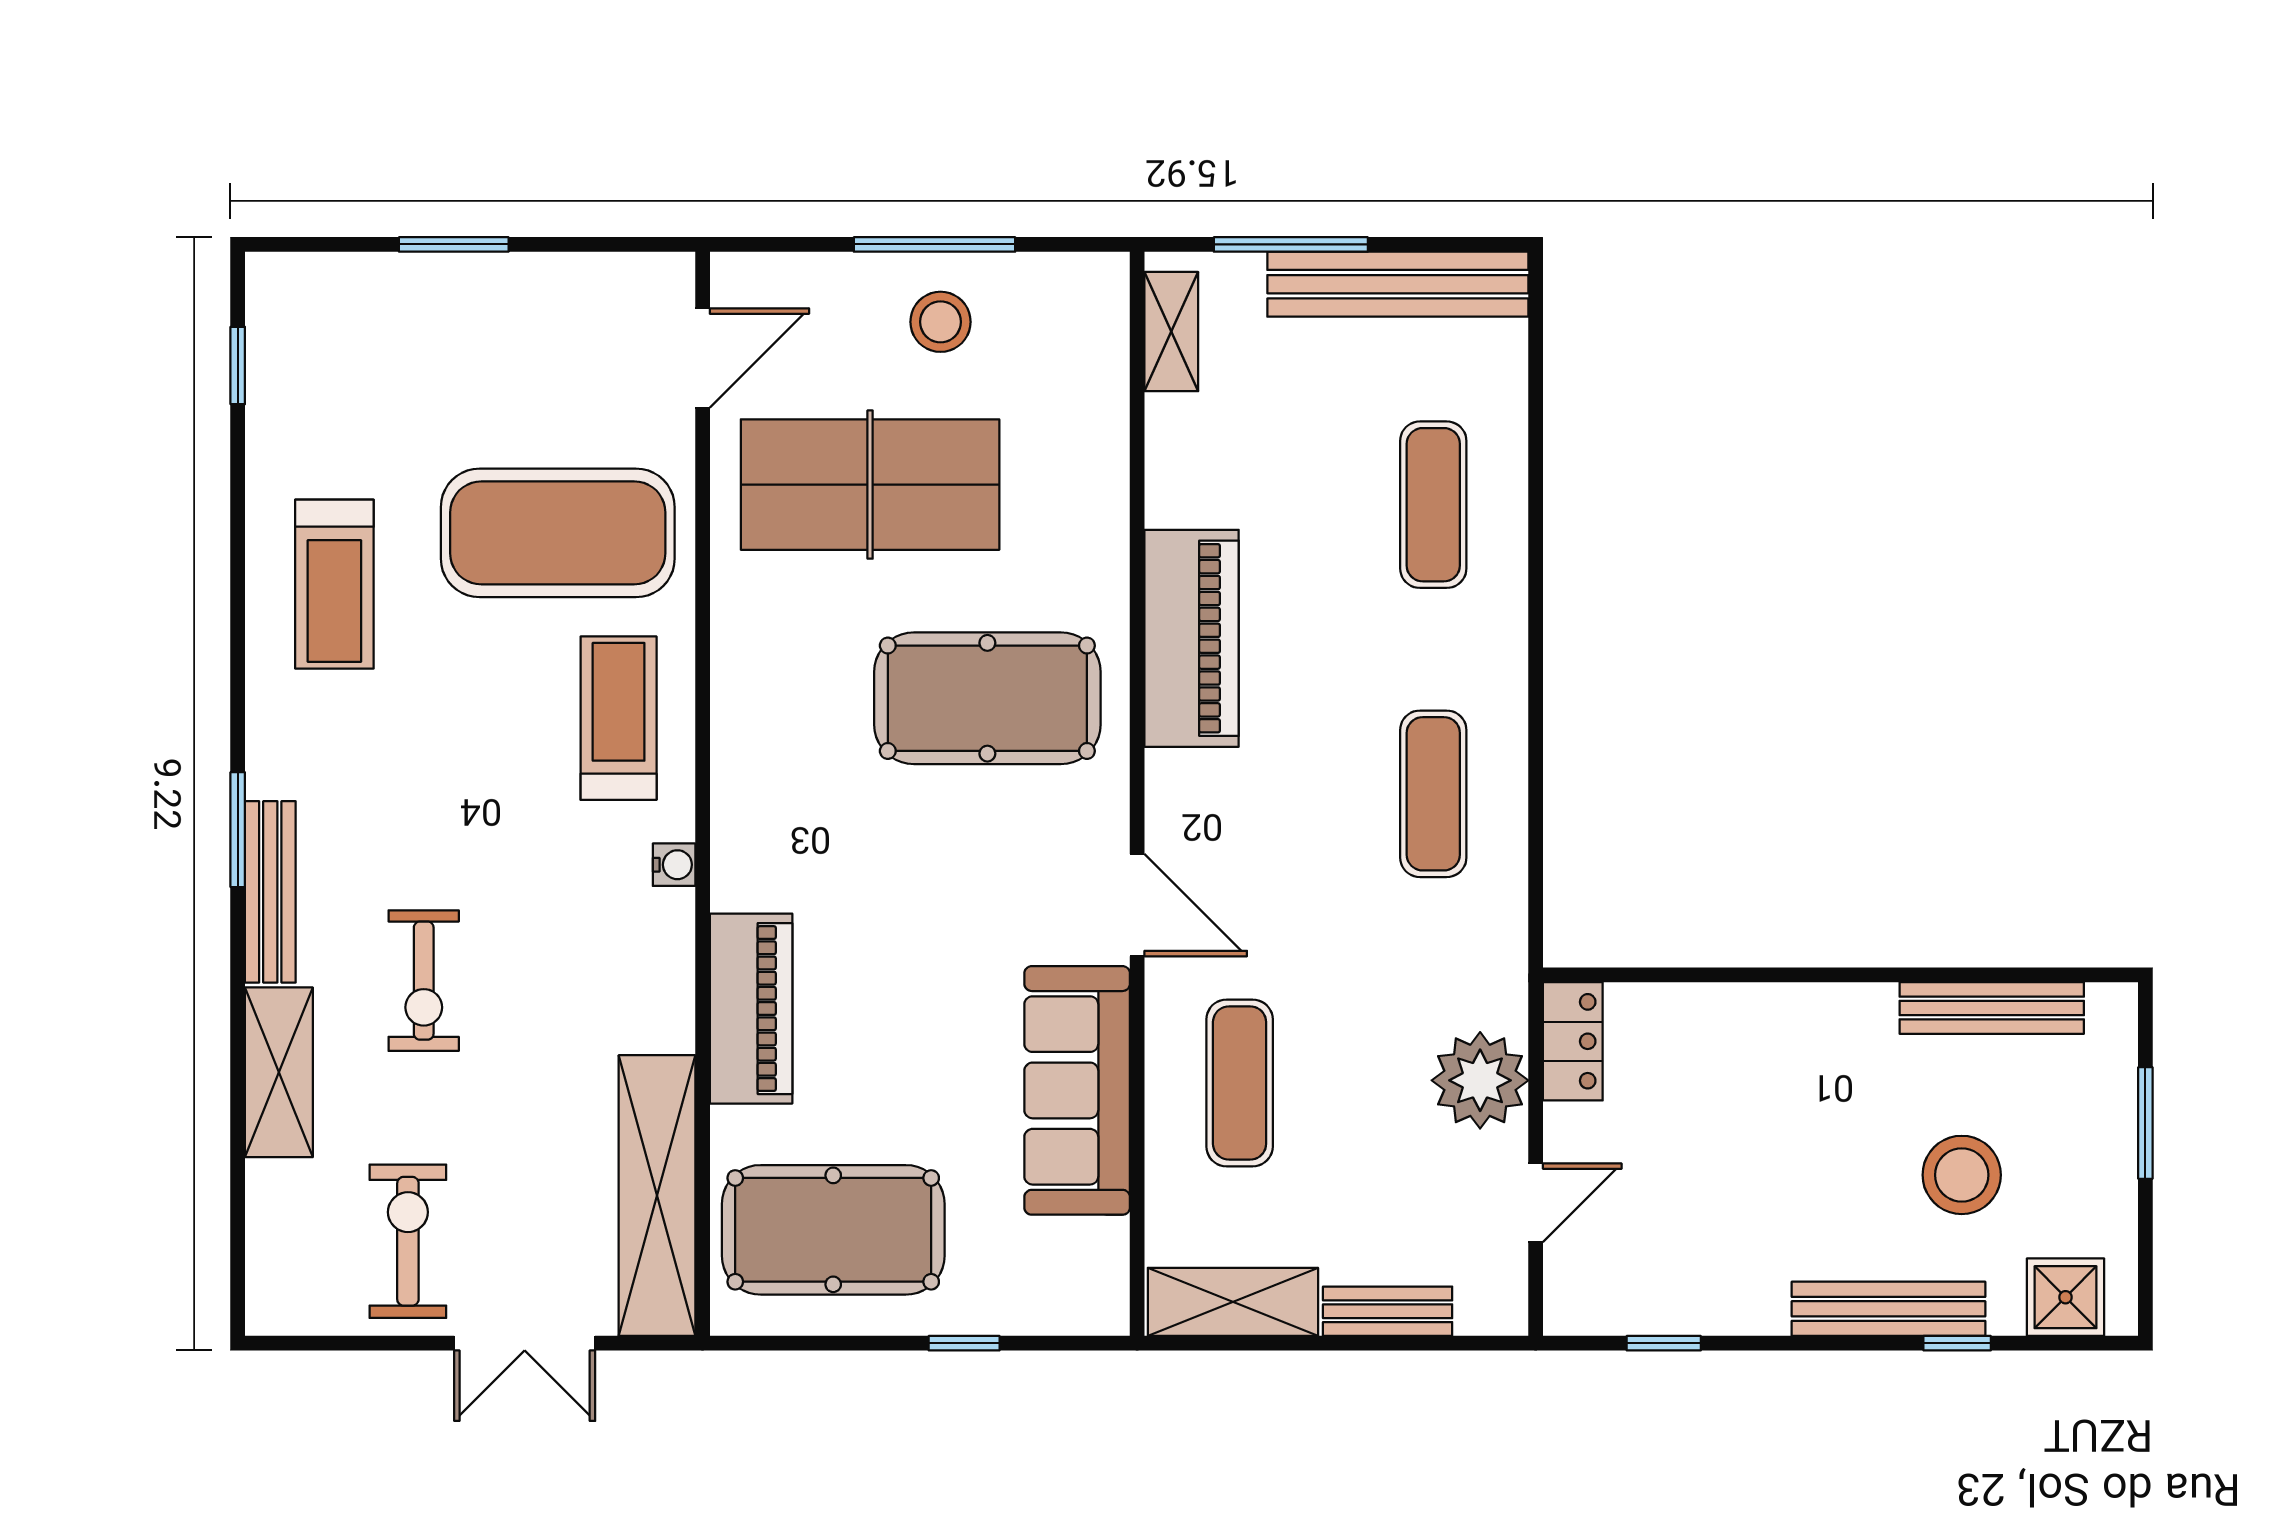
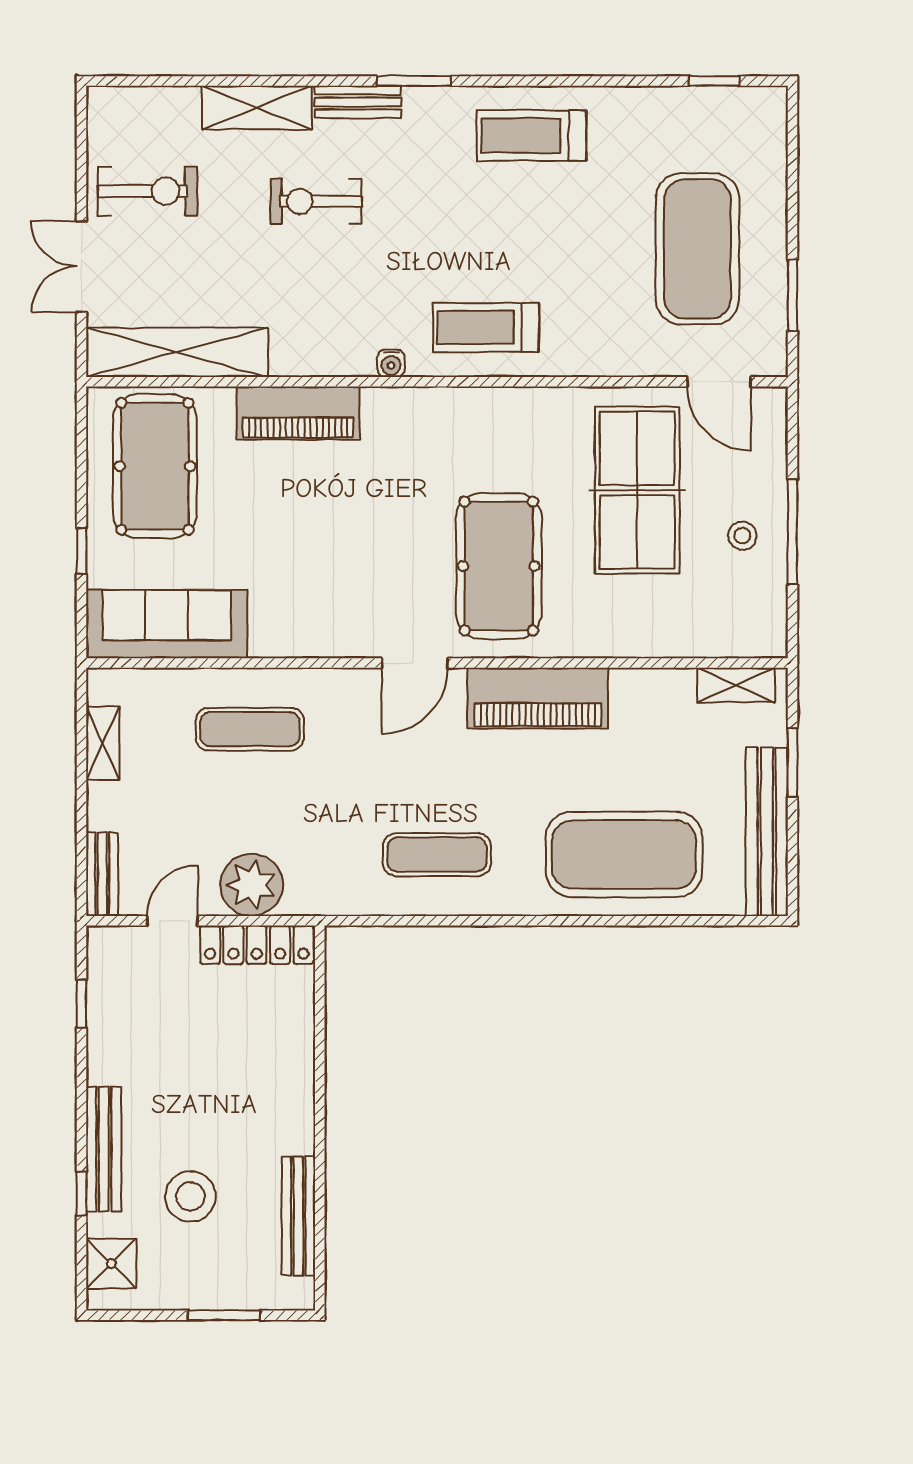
window: (454, 244) -> (792, 295), moved
window: (1291, 244) -> (792, 762), width x0.69
stool: (940, 322) -> (742, 536), width x0.73, depth x0.73
exercise mat: (1433, 505) -> (624, 855), width x2.00, depth x1.45
exercise mat: (558, 533) -> (697, 249), moved
treadmill: (334, 584) -> (532, 136), moved
treadmill: (619, 718) -> (486, 327), turned 180
bench: (270, 892) -> (358, 102), width x0.73
door: (1137, 905) -> (415, 663), moved
locker: (1573, 1041) -> (257, 945), width x1.53
sofa: (1077, 1090) -> (167, 624), moved
door: (1536, 1203) -> (172, 921), swing flipped
shelving: (1233, 1302) -> (103, 743), width x0.67, depth x0.75
bench: (1388, 1311) -> (102, 874), moved

